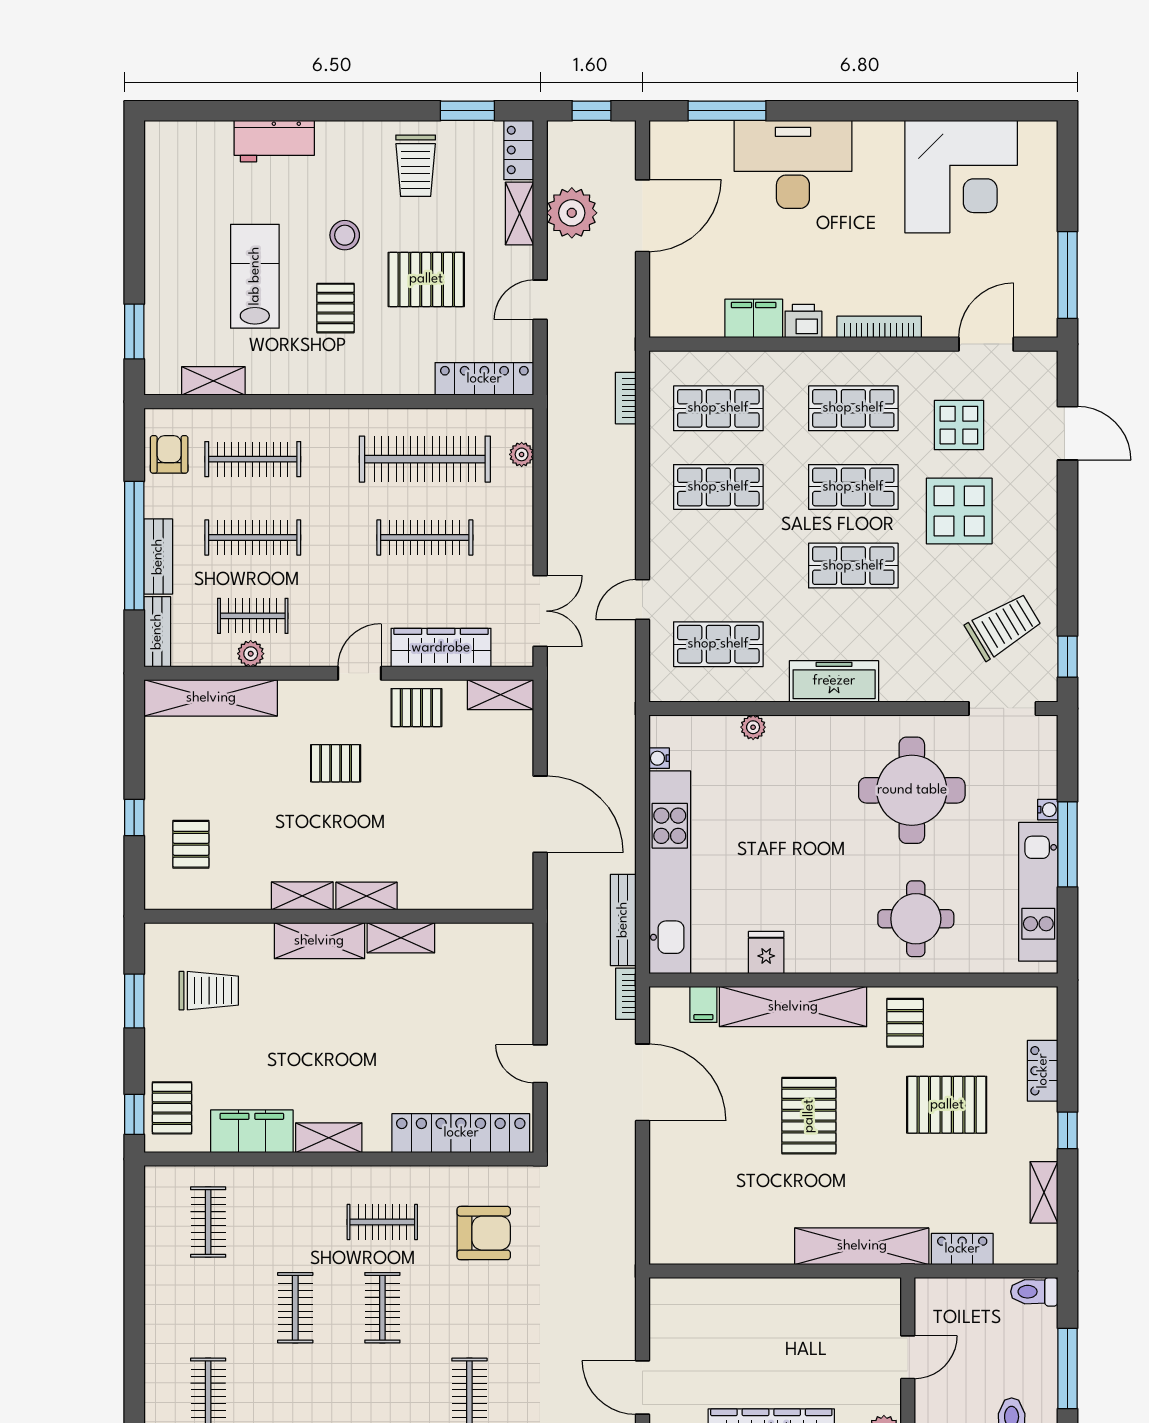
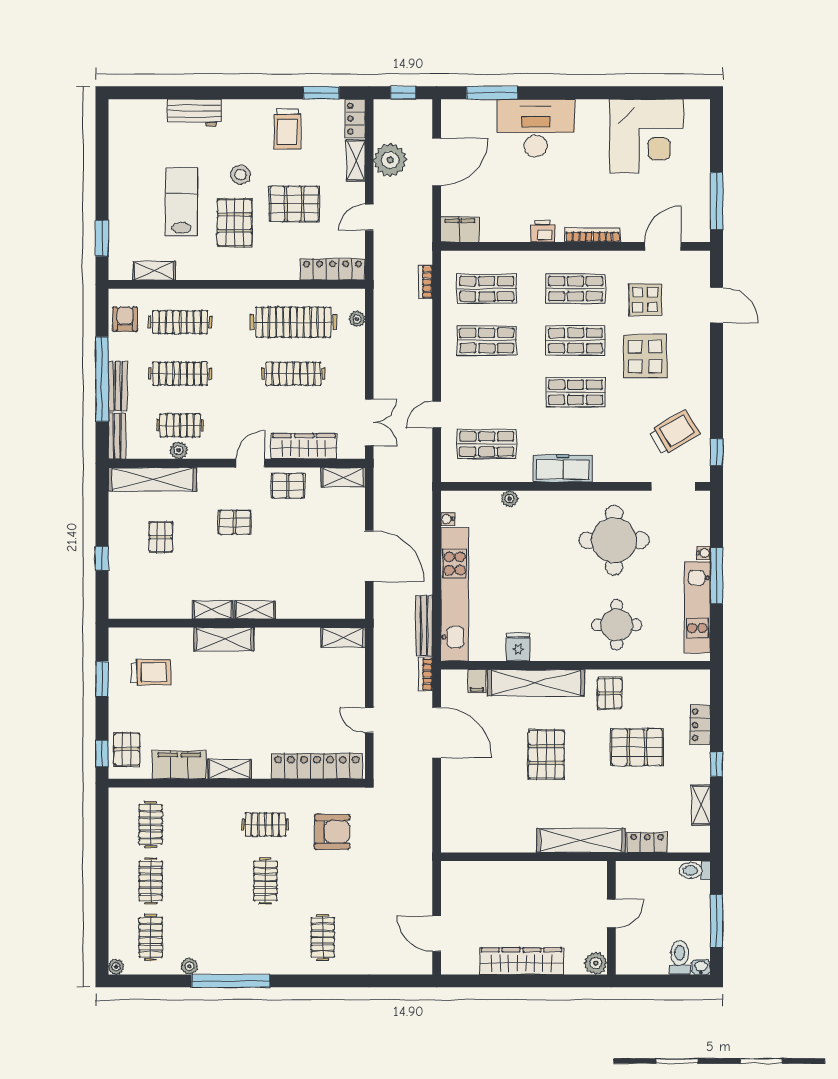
pallet: (335, 308) -> (234, 223), width x1.50, depth x1.42
filing cabinet: (754, 318) -> (460, 230), moved
pallet: (191, 844) -> (161, 537), moved
shelving: (401, 938) -> (343, 637), moved
clothes rail: (295, 1308) -> (151, 881), moved

